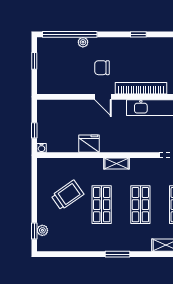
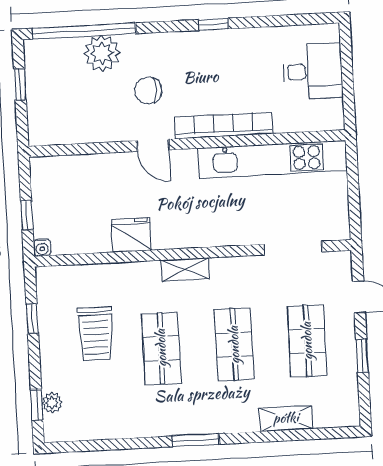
plant: (83, 42) -> (102, 53), width x1.87, depth x1.87
window: (34, 185) -> (32, 319), added
trolley: (67, 195) -> (96, 334), turned 125

